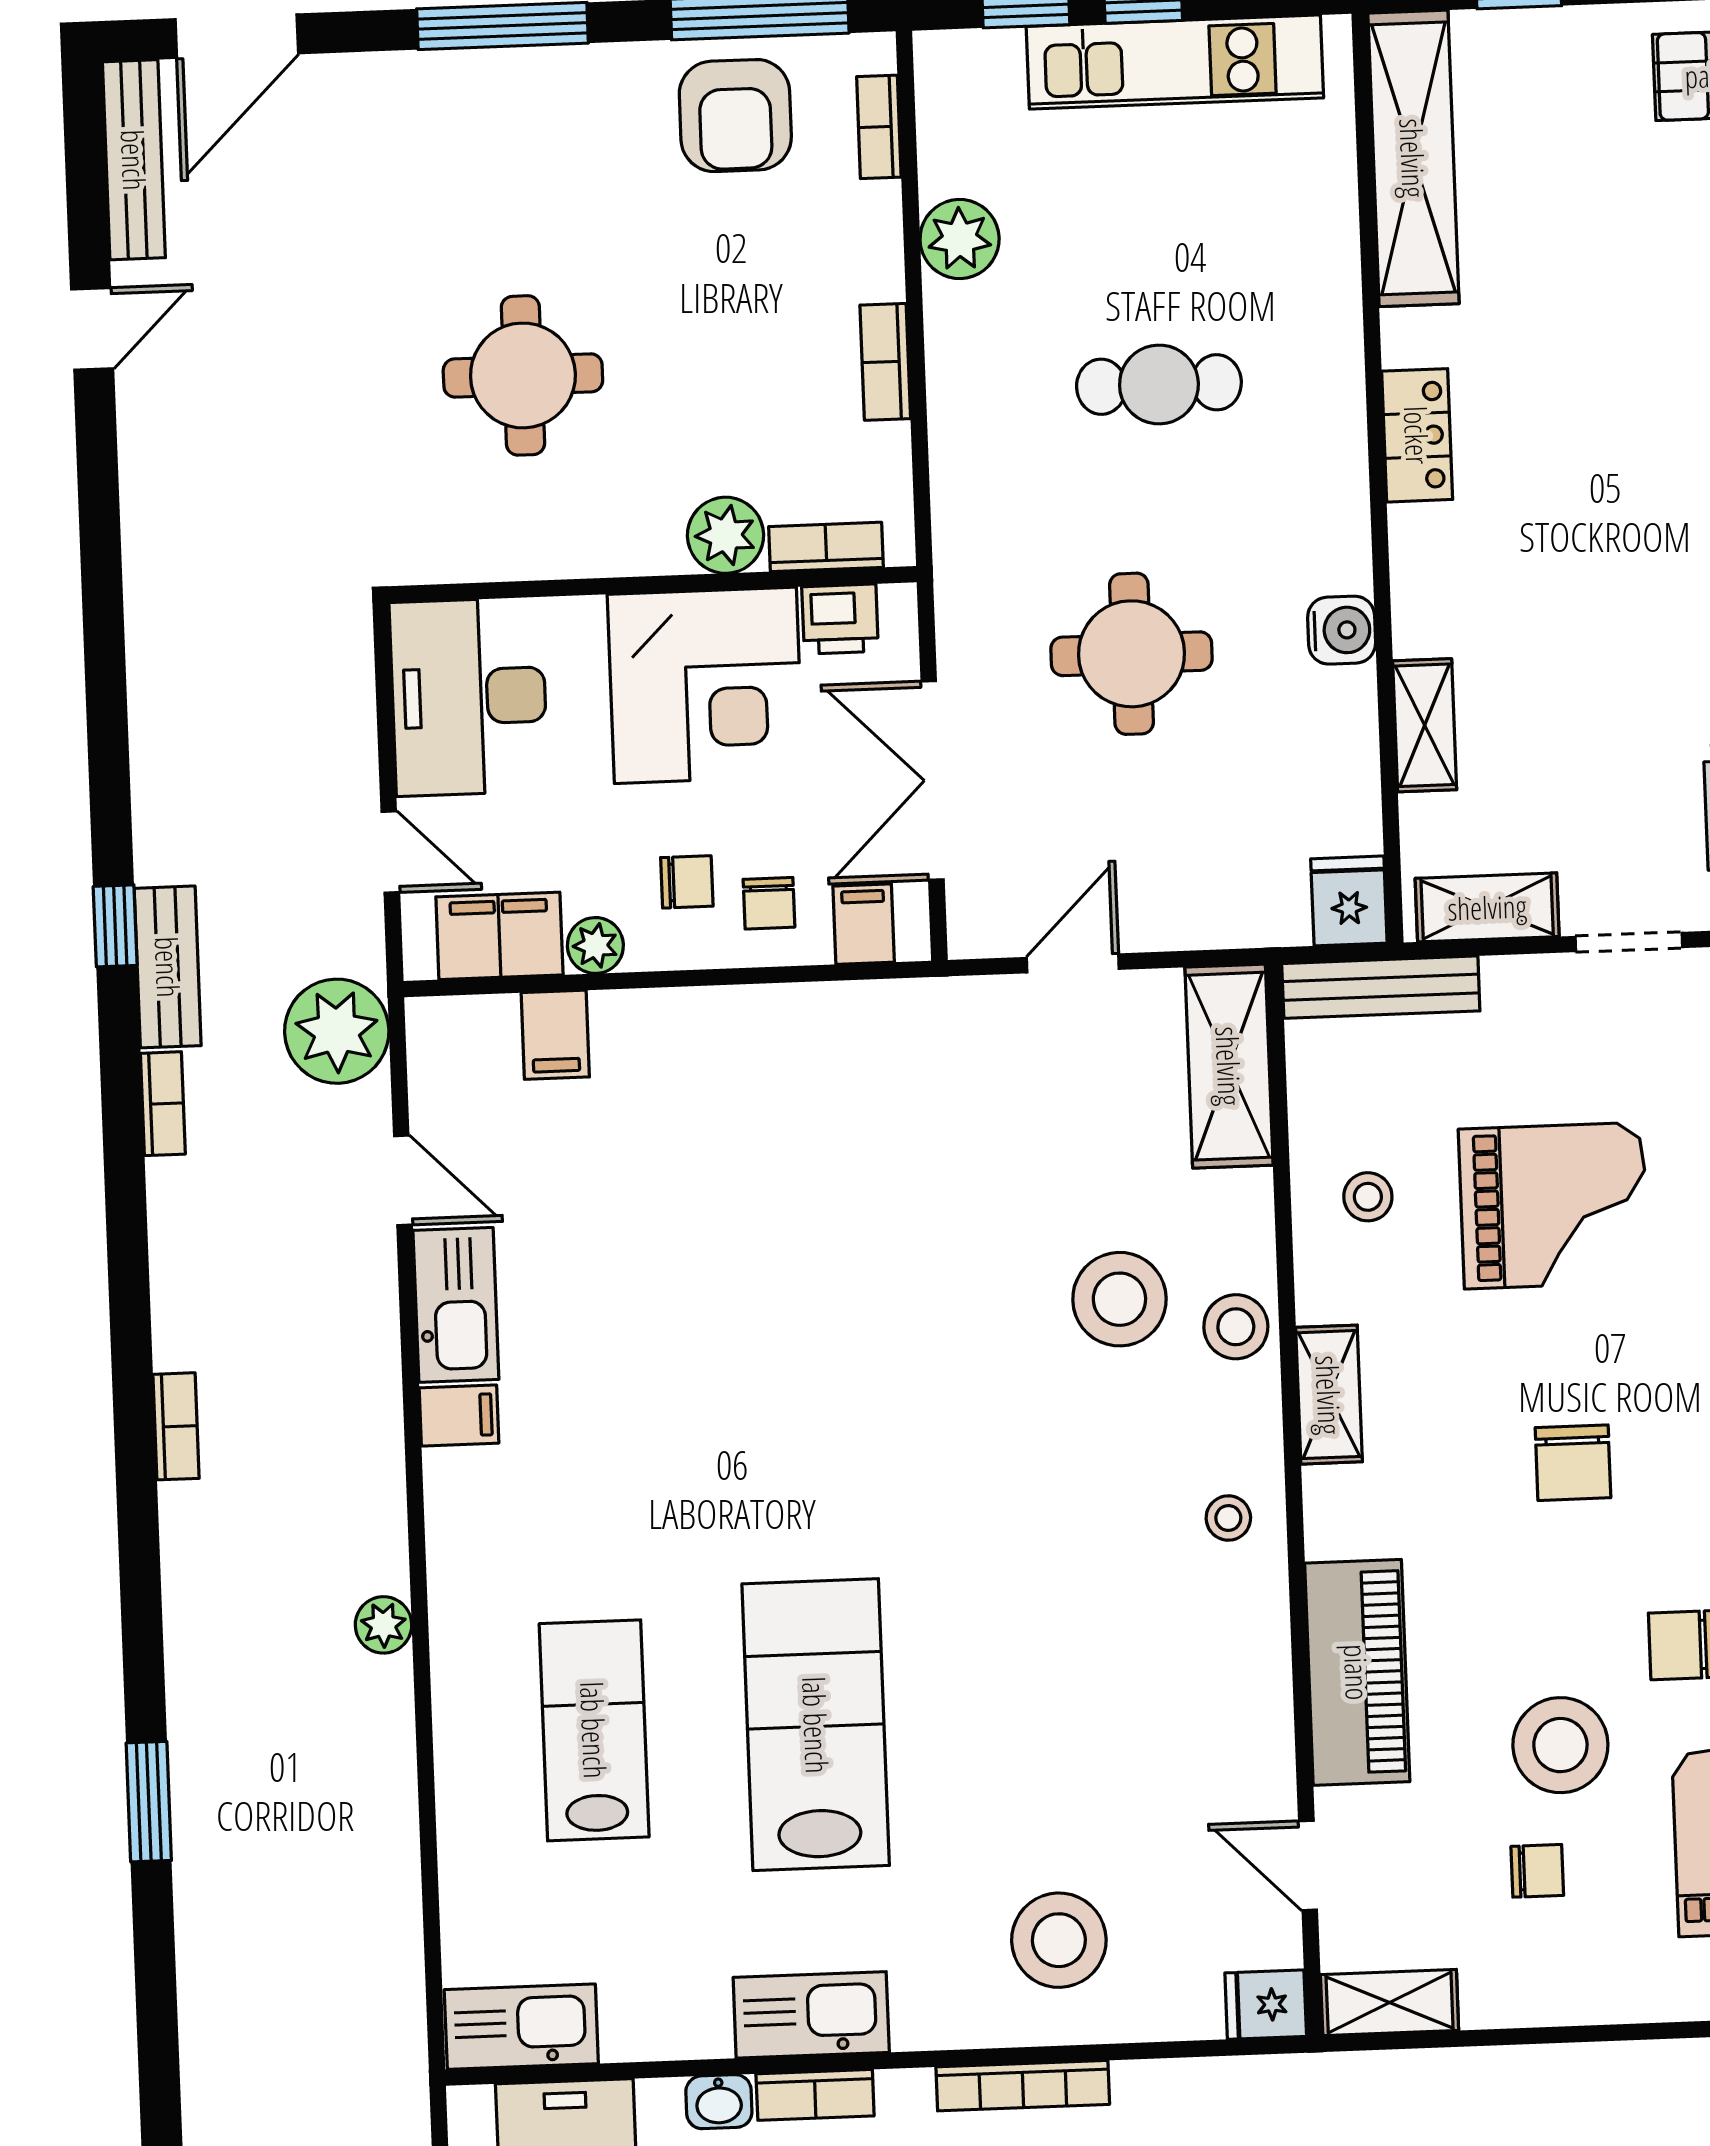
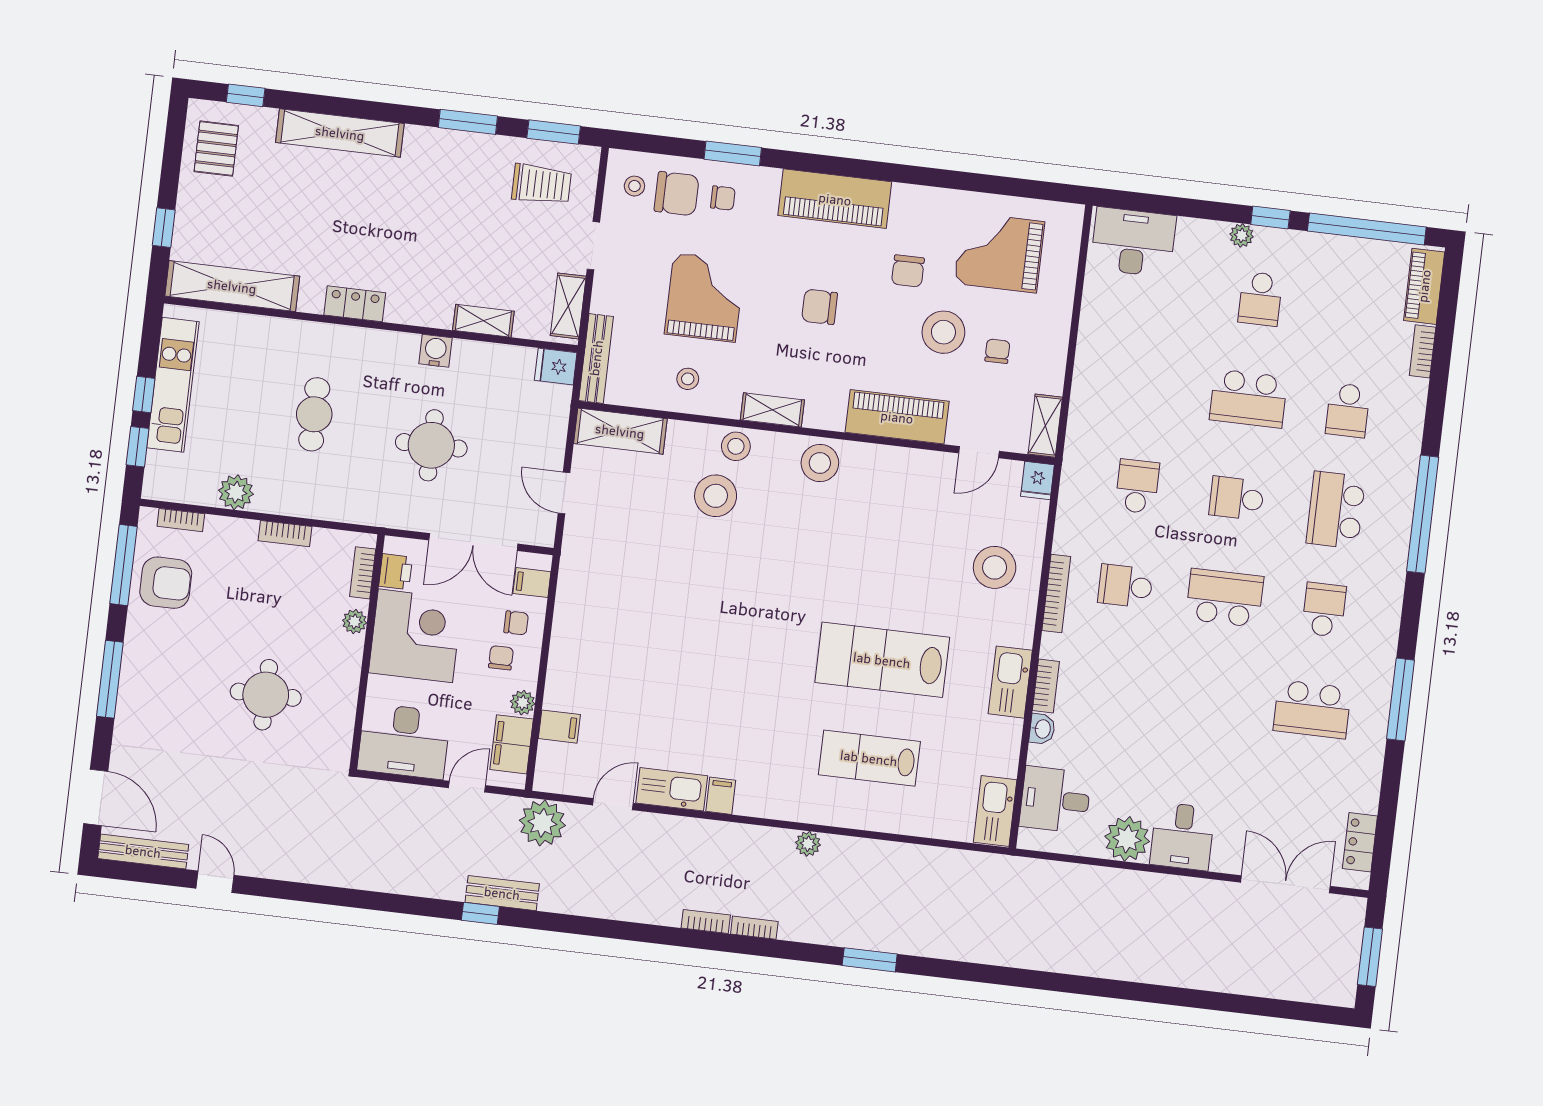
plant: (726, 535) -> (355, 622), width x0.73, depth x0.73
bookcase: (163, 1104) -> (754, 928), moved
chair: (1573, 1463) -> (820, 307), turned 180
stool: (1228, 1518) -> (820, 463), width x1.89, depth x1.89

